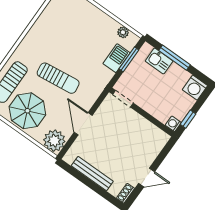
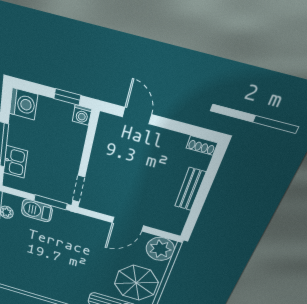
window: (129, 59) -> (50, 202), moved
sun lounger: (58, 78) -> (88, 263), removed
bench: (92, 174) -> (190, 189), width x0.73
door: (147, 177) -> (137, 116), moved

